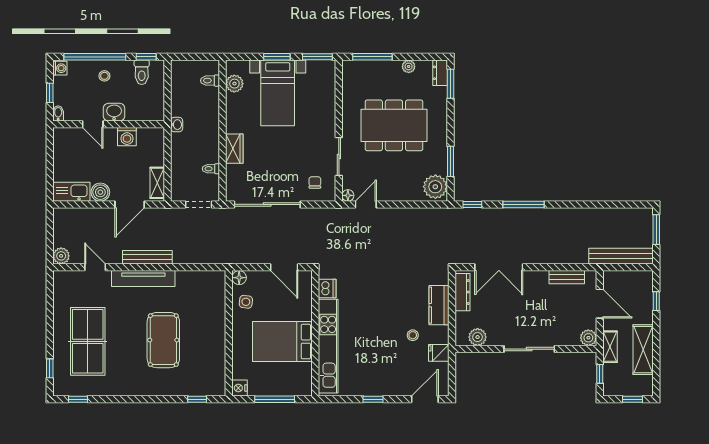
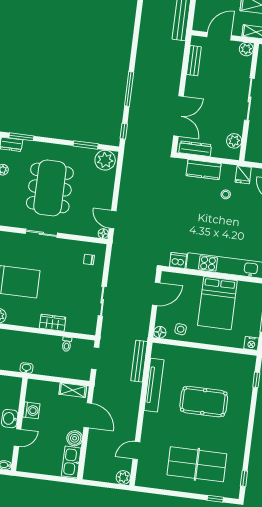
sliding door: (339, 157) -> (41, 233), moved
sliding door: (267, 204) -> (102, 301), width x0.54
bench: (147, 257) -> (139, 361), moved
tv unit: (143, 279) -> (154, 385), moved

